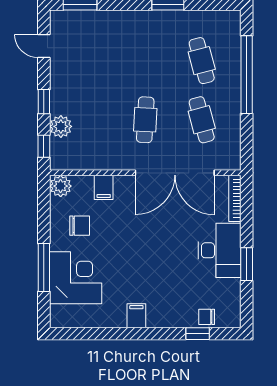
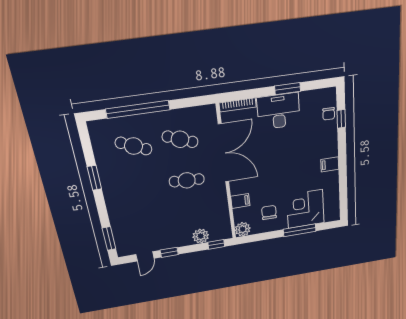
cafe table: (202, 61) -> (134, 146), turned 39
window: (44, 102) -> (169, 252), moved
cafe table: (202, 120) -> (180, 139), turned 36

